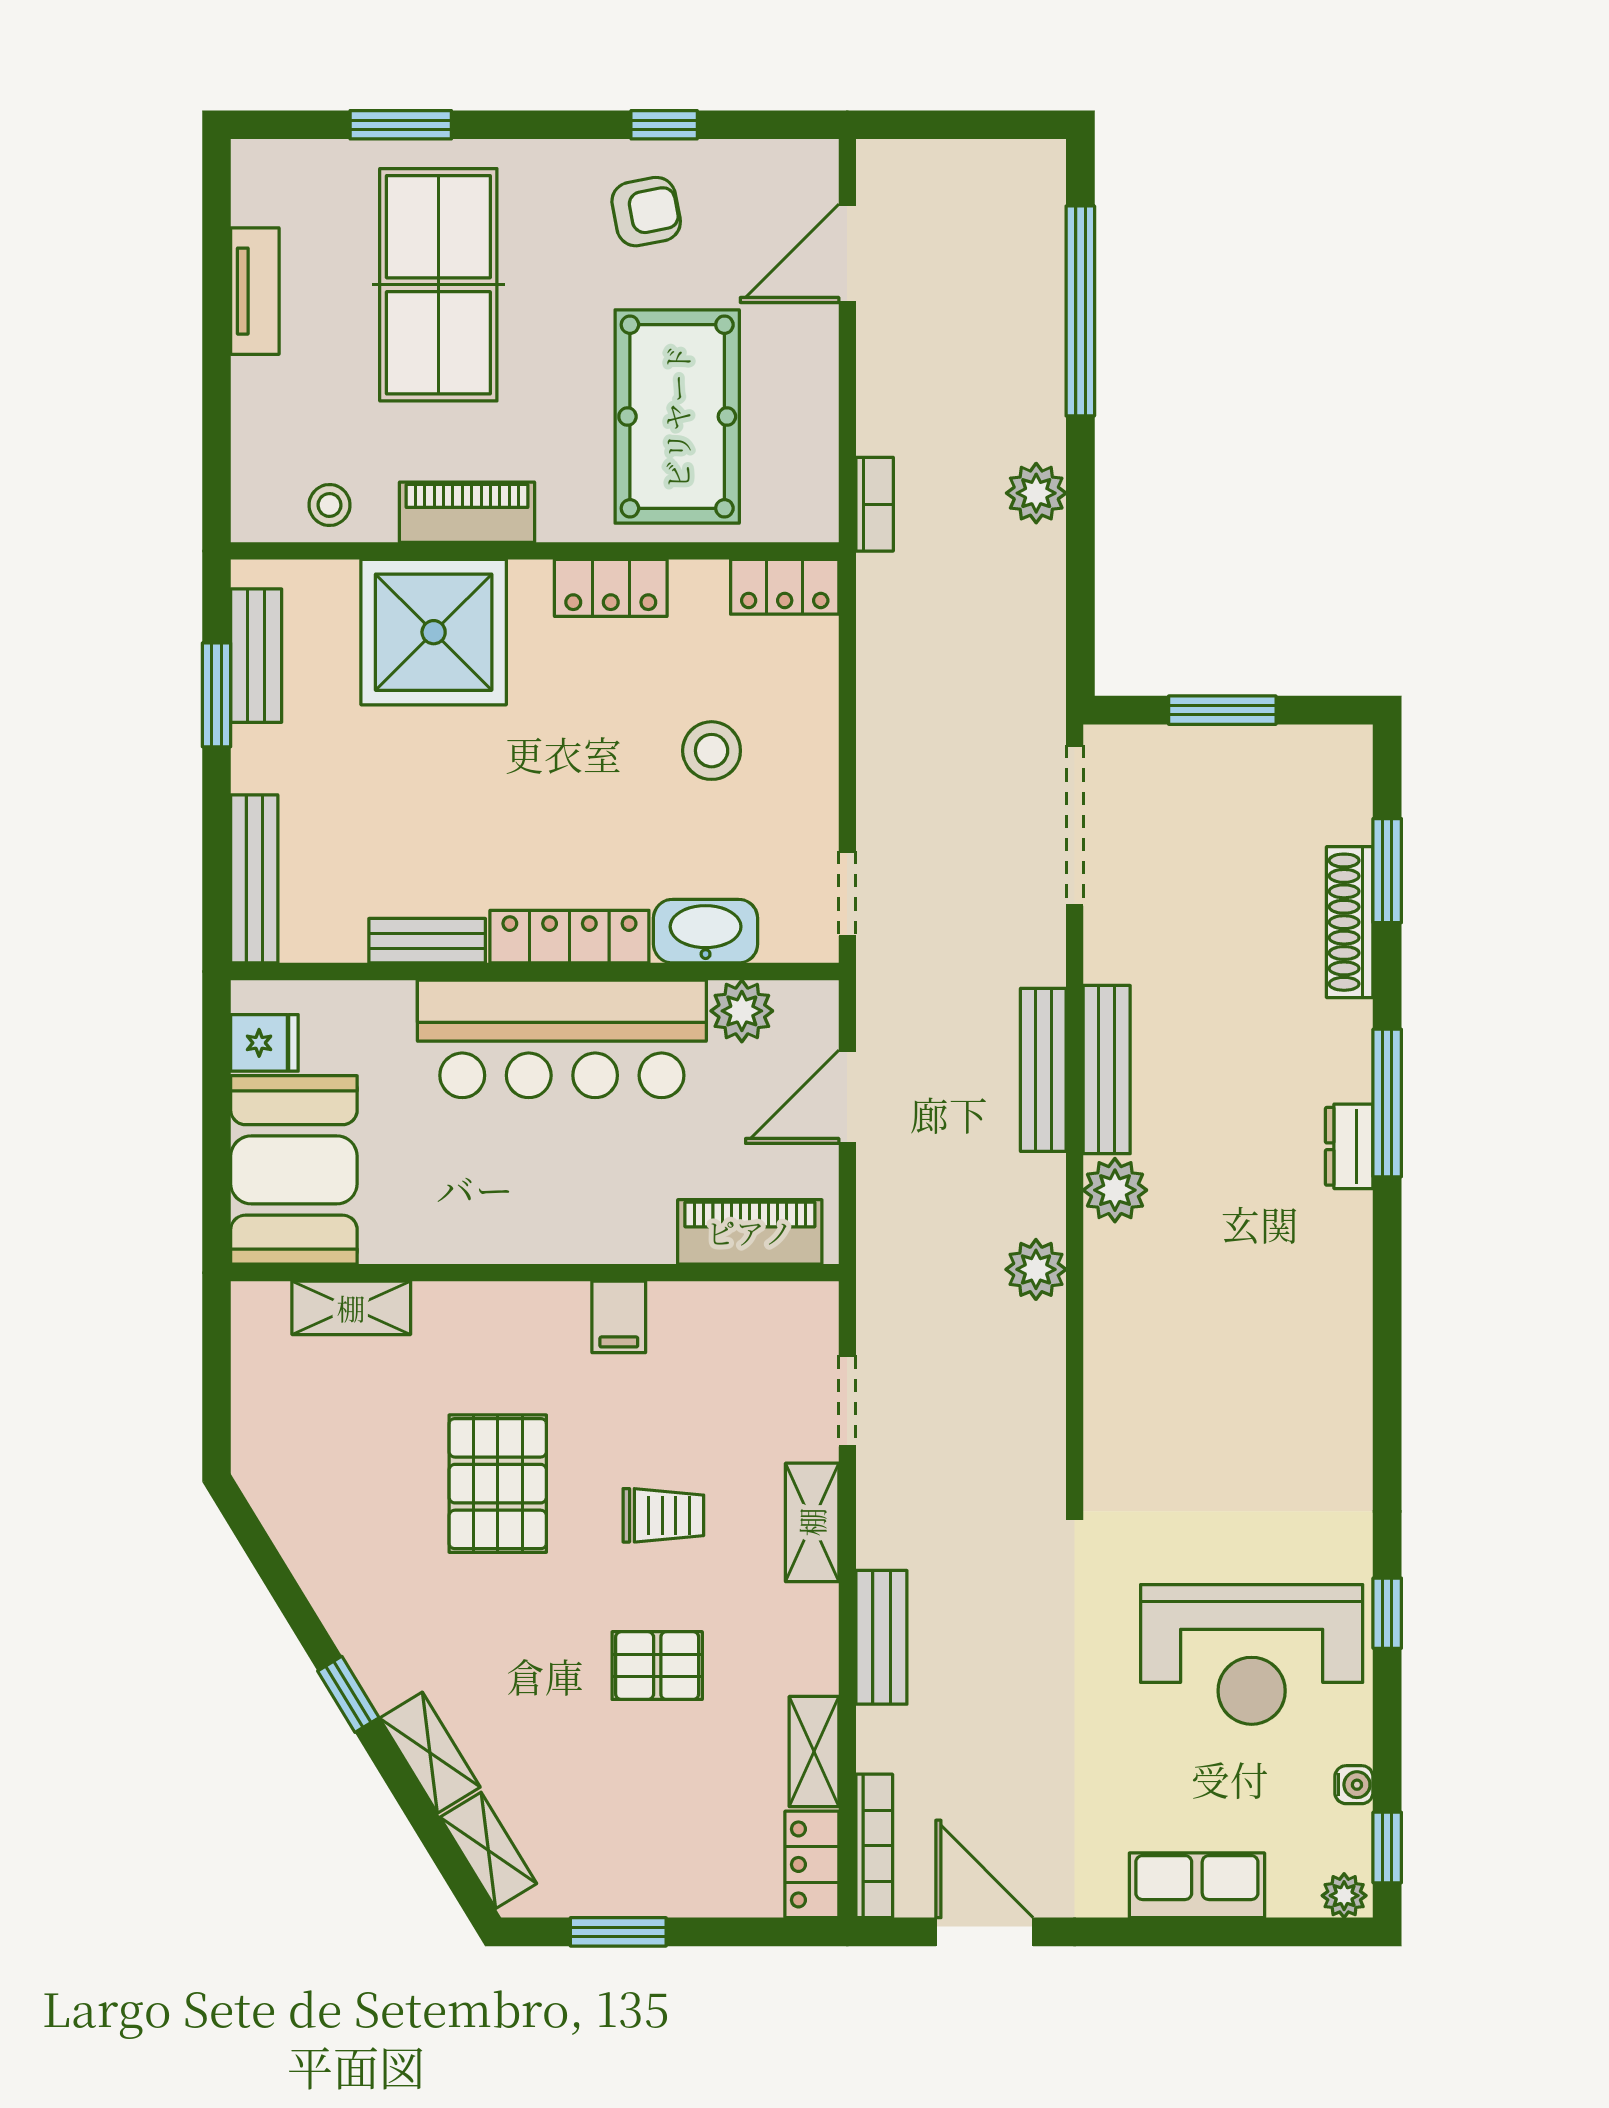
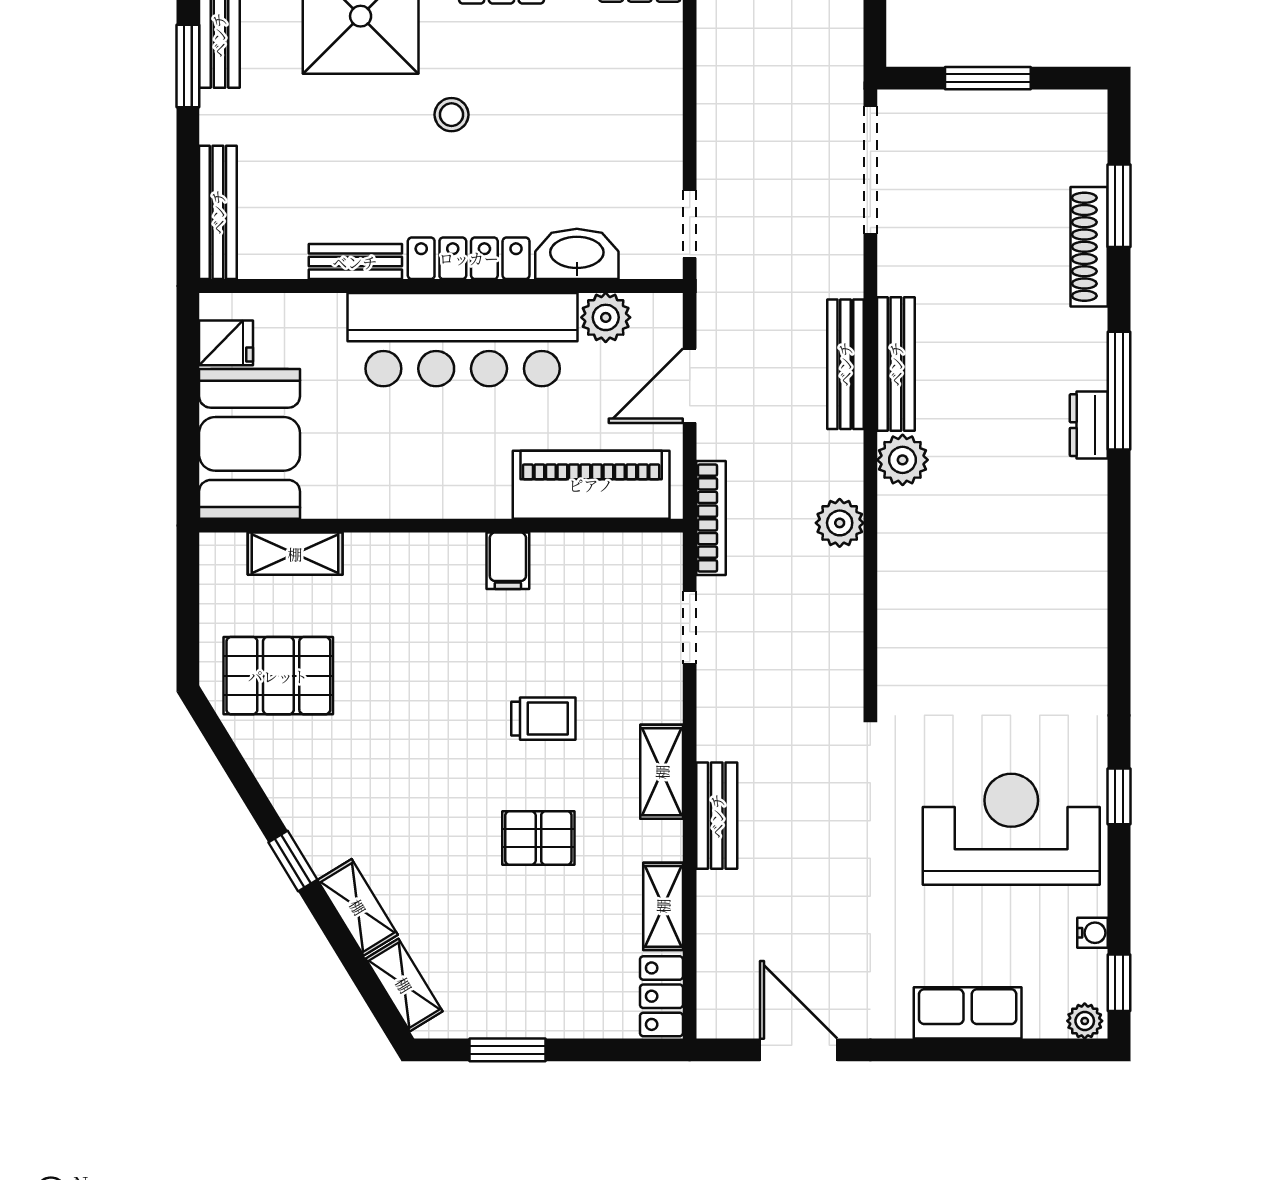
stool: (712, 751) -> (451, 115), moved, width x0.73, depth x0.73
piano: (750, 1232) -> (591, 485), width x1.37, depth x1.33
pallet: (498, 1484) -> (278, 676), moved, turned 90
shelving: (812, 1522) -> (662, 772), moved
reception desk: (1252, 1654) -> (1011, 829), turned 180
bookcase: (874, 1846) -> (711, 518), moved

